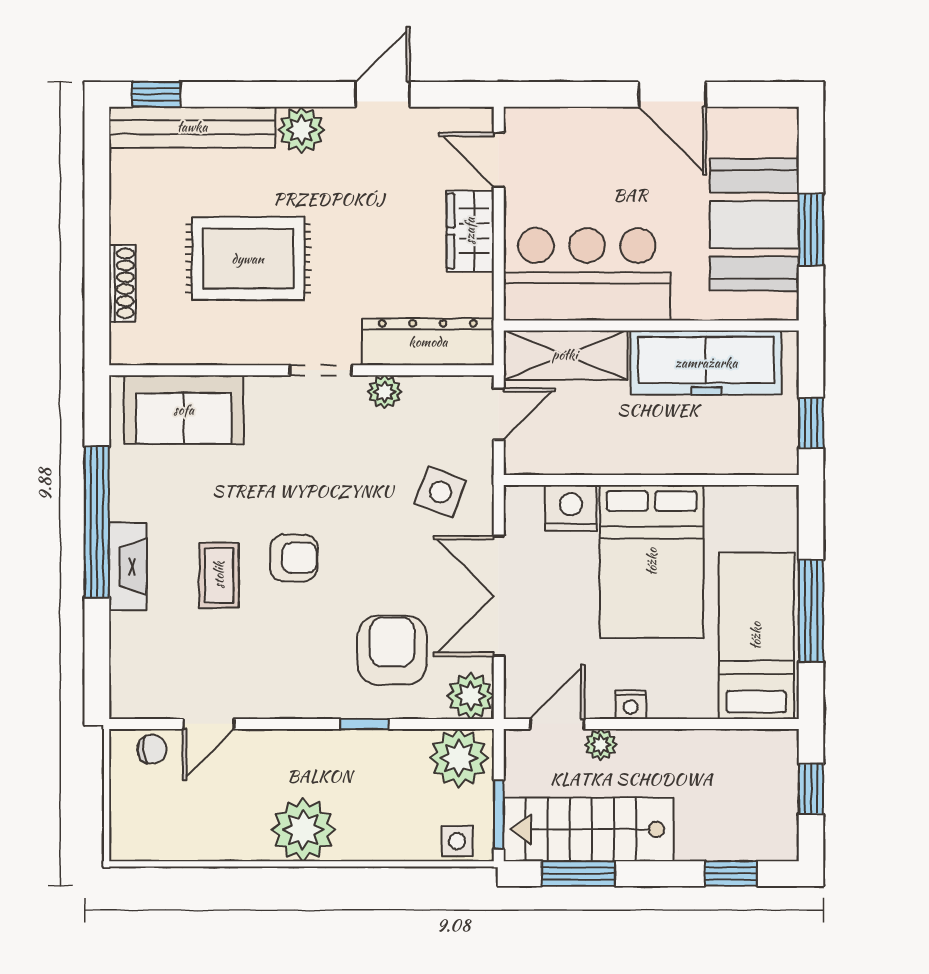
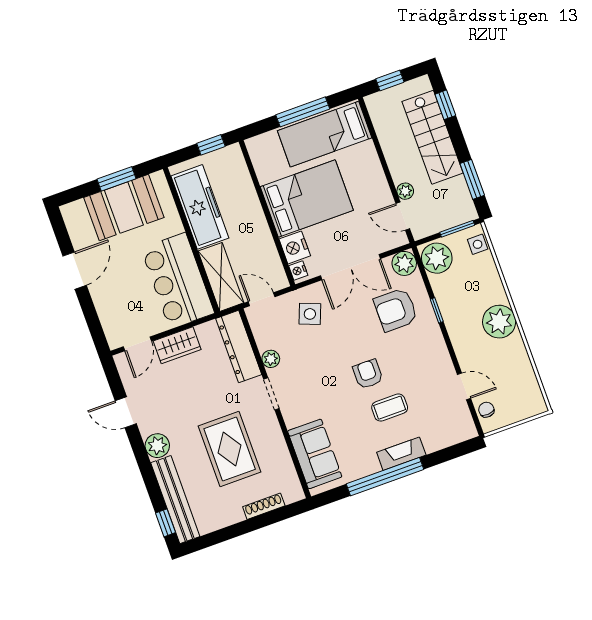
nightstand: (631, 705) -> (298, 271), moved, turned 180
stairs: (589, 829) -> (433, 137), moved

